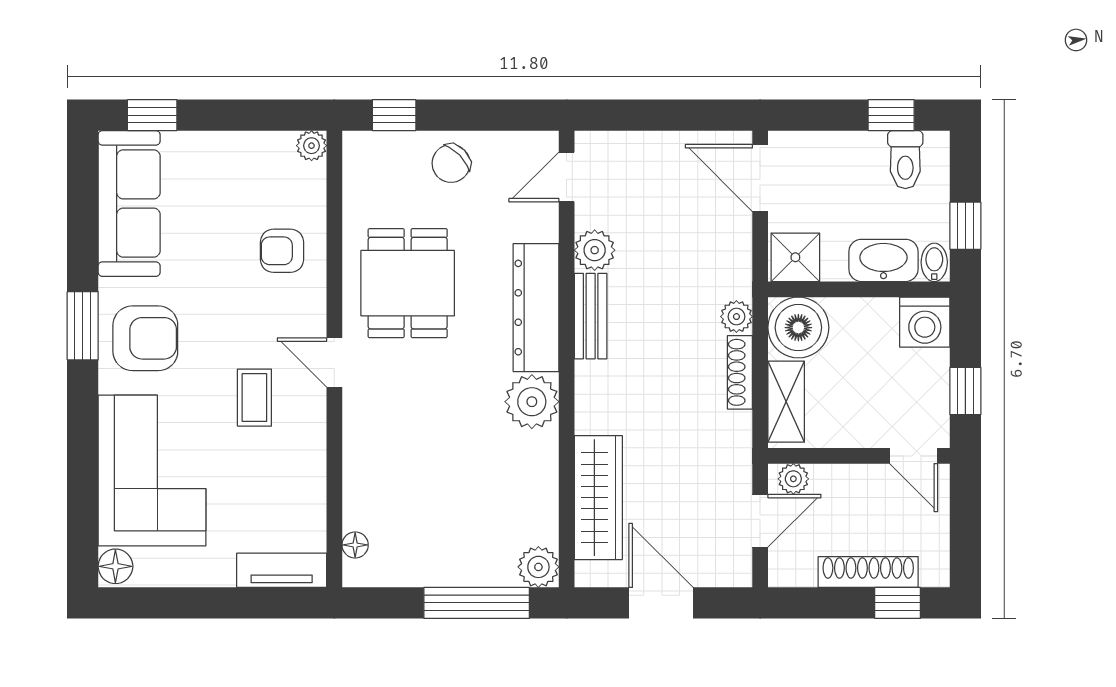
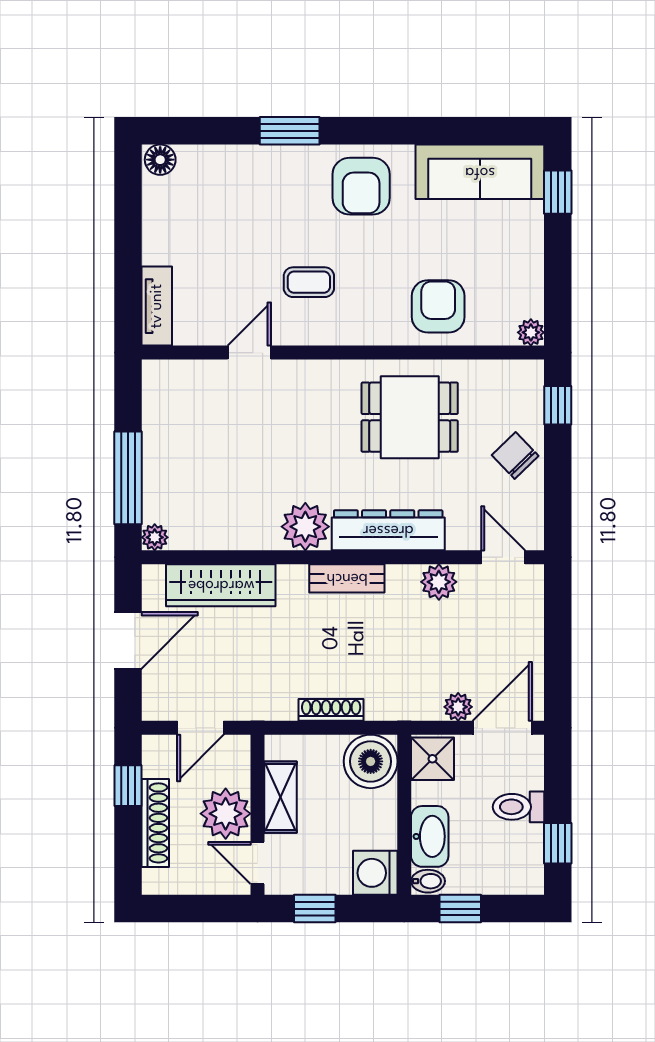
toilet: (905, 160) -> (519, 807), moved
armchair: (282, 251) -> (438, 306), width x1.38, depth x1.38
bench: (591, 316) -> (347, 578), moved
plant: (736, 317) -> (458, 707), moved
window: (83, 326) -> (290, 131), moved
door: (334, 363) -> (249, 353), moved
shelving: (786, 402) -> (280, 797), moved, turned 90
door: (914, 456) -> (258, 863), hinge flipped
corner sofa: (152, 470) -> (245, 192), removed
plant: (793, 479) -> (226, 814), moved, width x1.87, depth x1.87
door: (760, 521) -> (200, 728), hinge flipped
floor lamp: (355, 545) -> (179, 371), removed
plant: (538, 567) -> (155, 537), width x0.73, depth x0.73
window: (898, 603) -> (128, 786), moved

